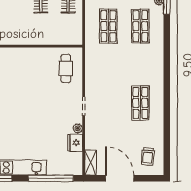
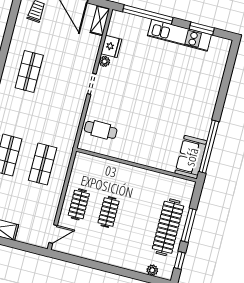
cafe table: (66, 68) -> (101, 130), turned 90

